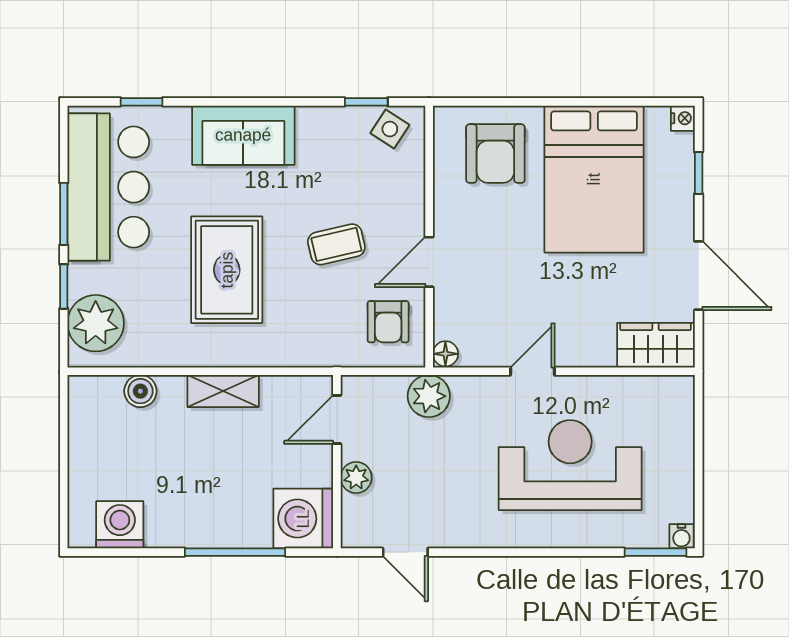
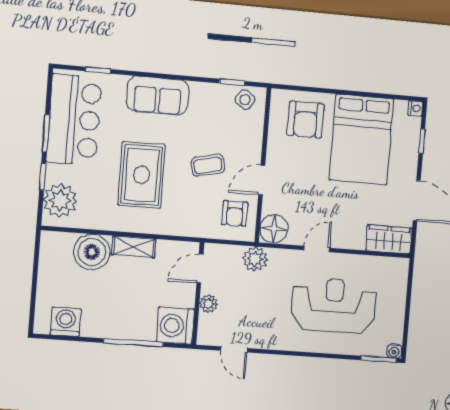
floor lamp: (445, 354) -> (274, 229), width x1.89, depth x1.89
boiler: (140, 391) -> (92, 252), width x1.86, depth x1.86

